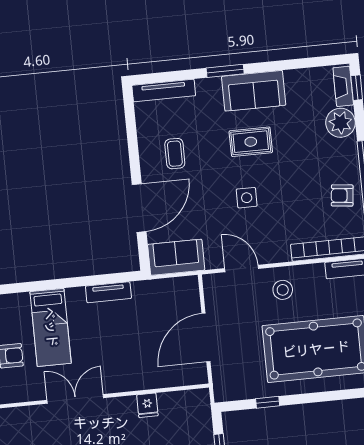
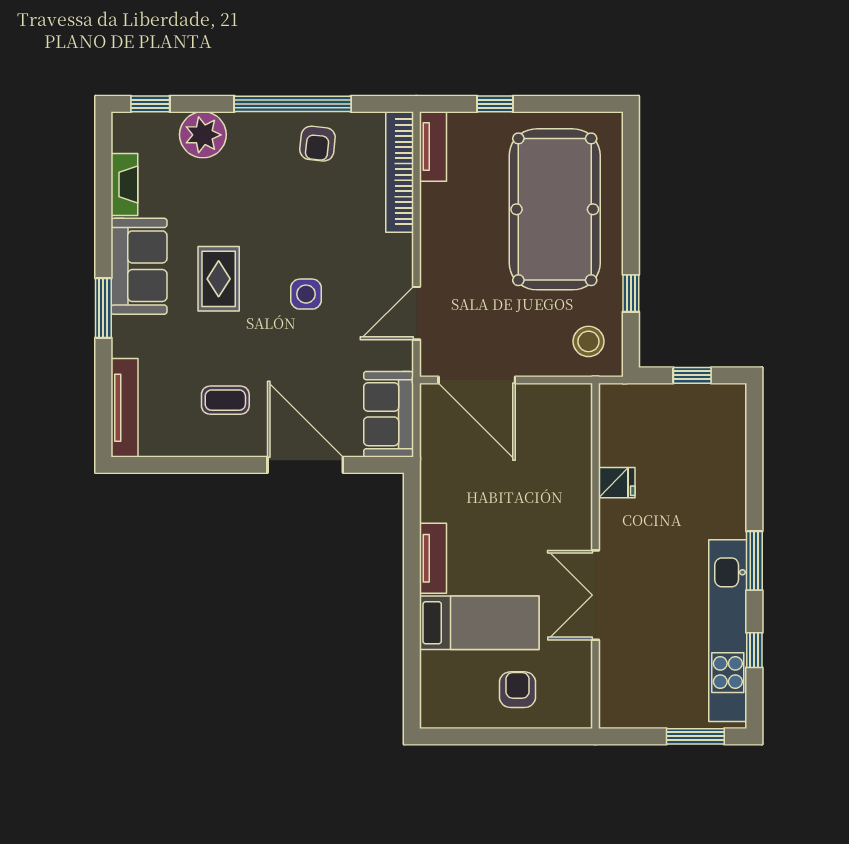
fireplace: (343, 86) -> (124, 184), moved, turned -90
stool: (283, 290) -> (588, 341), moved
tv unit: (108, 292) -> (433, 558), moved
door: (206, 337) -> (477, 380), moved

